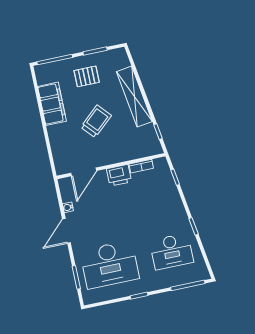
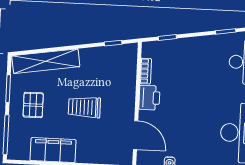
shelving: (134, 97) -> (46, 61), moved
trolley: (96, 121) -> (84, 107), turned -48

